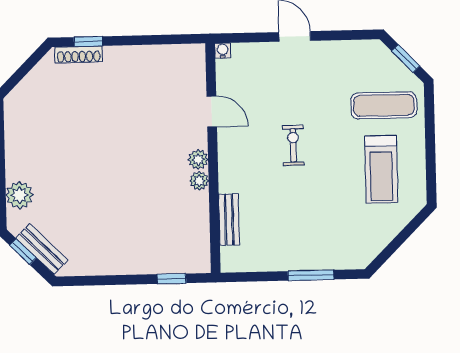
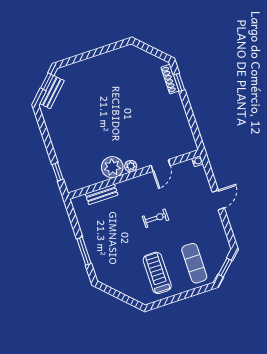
treadmill: (381, 169) -> (157, 273), turned 90
plant: (199, 181) -> (112, 167), width x1.88, depth x1.88
plant: (20, 195) -> (79, 70), removed

